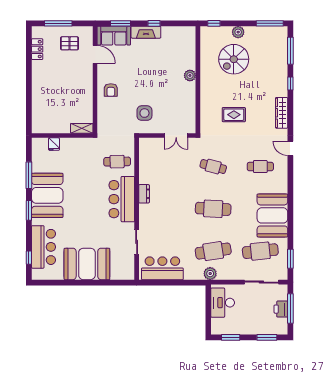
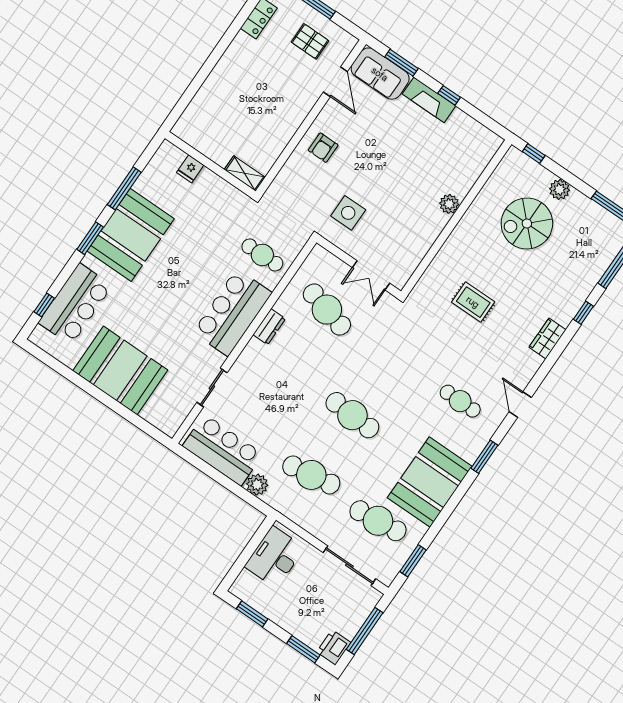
wardrobe: (282, 113) -> (547, 339), width x0.67
cafe table: (213, 167) -> (327, 310), moved, width x1.37, depth x1.35
window: (290, 185) -> (484, 457), added
plant: (210, 274) -> (257, 485), moved
printer: (281, 309) -> (334, 647), moved

